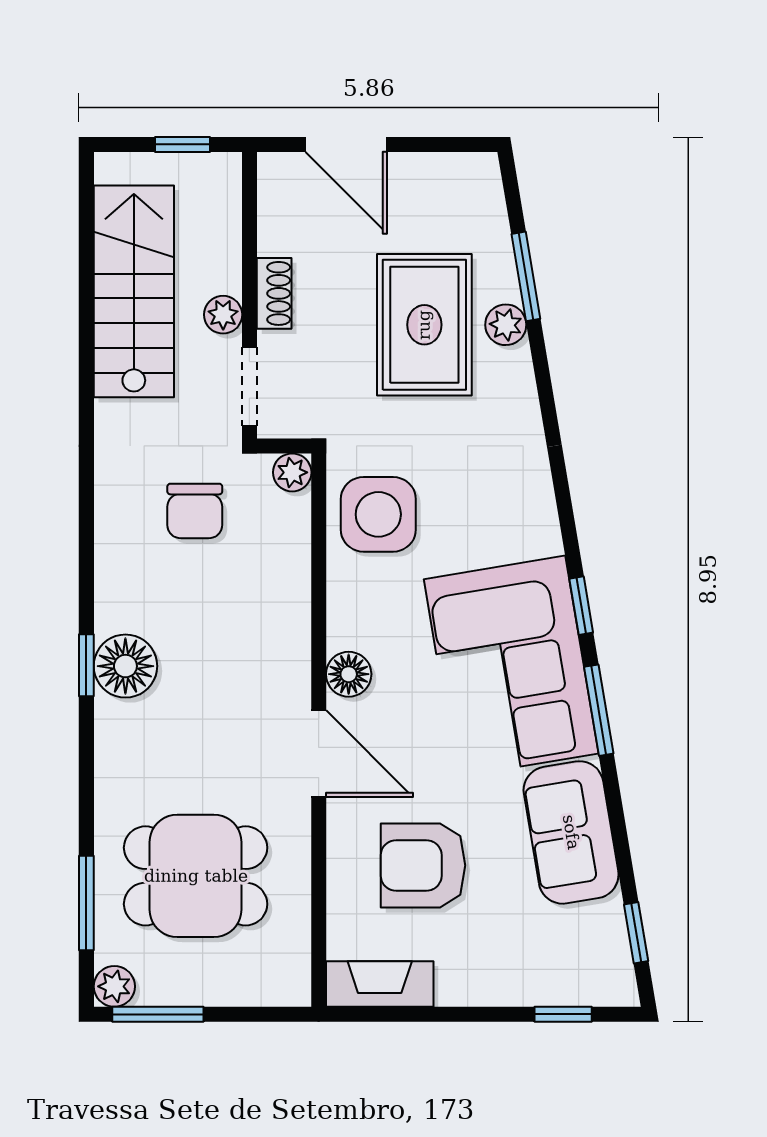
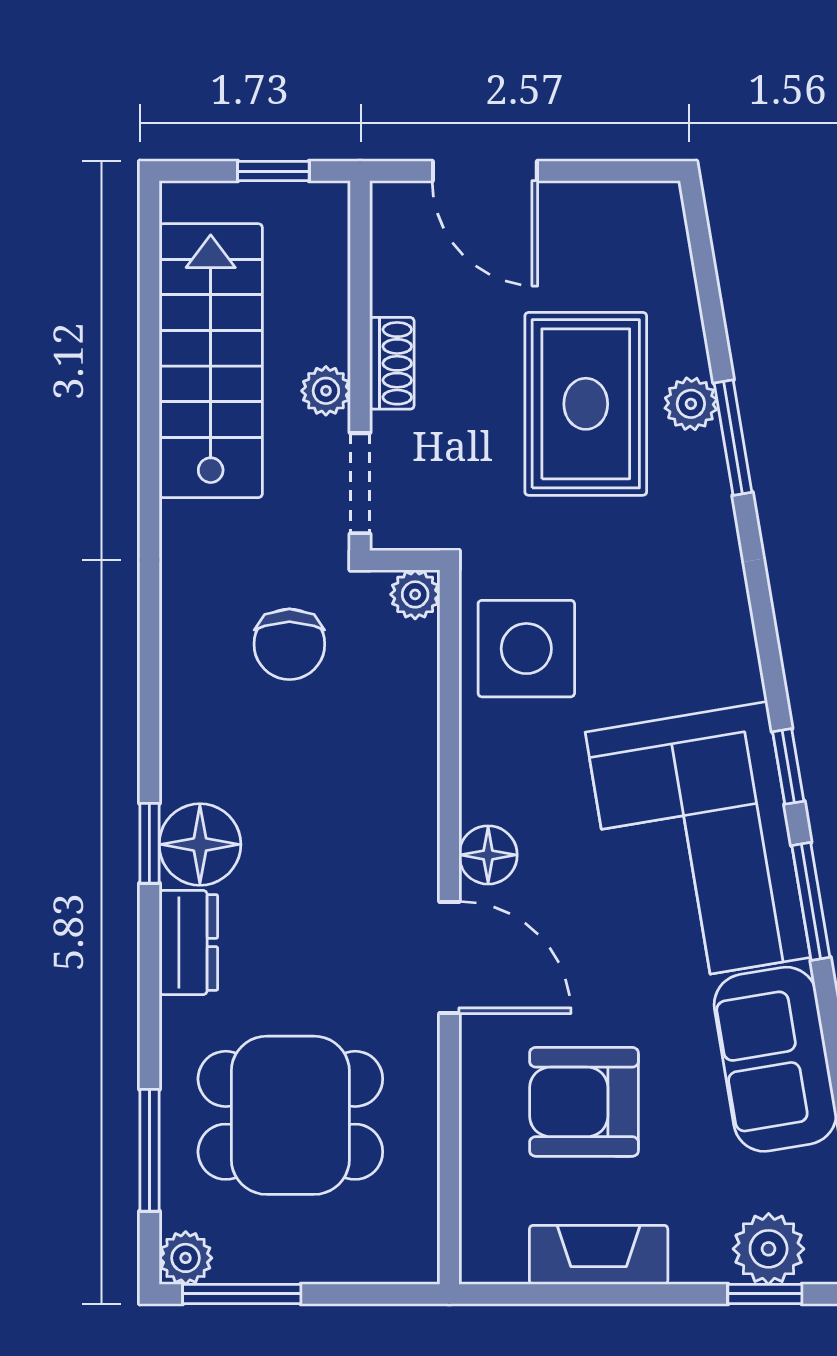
window: (526, 276) -> (733, 438), moved
dresser: (116, 742) -> (188, 942), added
plant: (566, 979) -> (769, 1249), added
fireplace: (380, 984) -> (599, 1255), moved

